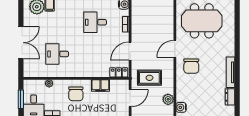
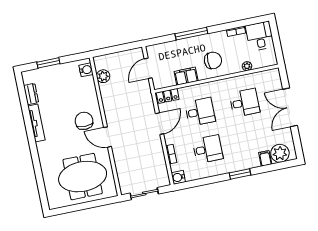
door: (175, 49) -> (107, 137), swing flipped
desk: (95, 54) -> (200, 112), added
rug: (149, 78) -> (130, 97), removed
chair: (76, 94) -> (213, 60), turned 90
window: (21, 99) -> (276, 41), removed

